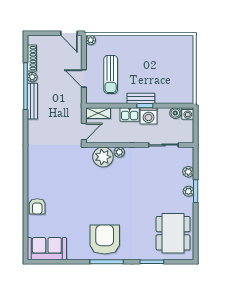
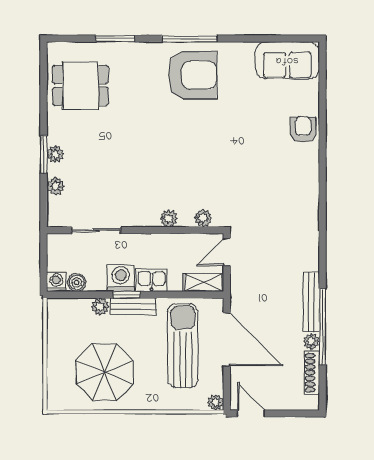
parasol: (158, 58) -> (105, 372), added
sun lounger: (111, 74) -> (183, 346), width x1.36, depth x1.34
door: (84, 78) -> (227, 339), width x1.87
plant: (161, 98) -> (100, 307), added
plant: (103, 157) -> (203, 218), width x0.53, depth x0.53
dining table: (173, 233) -> (80, 85), width x0.73
armchair: (105, 240) -> (193, 75), turned -90

